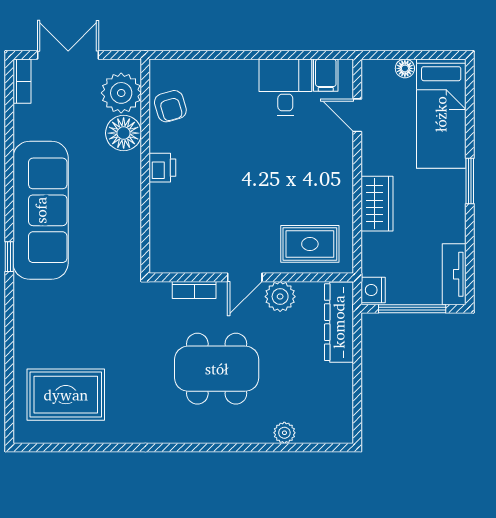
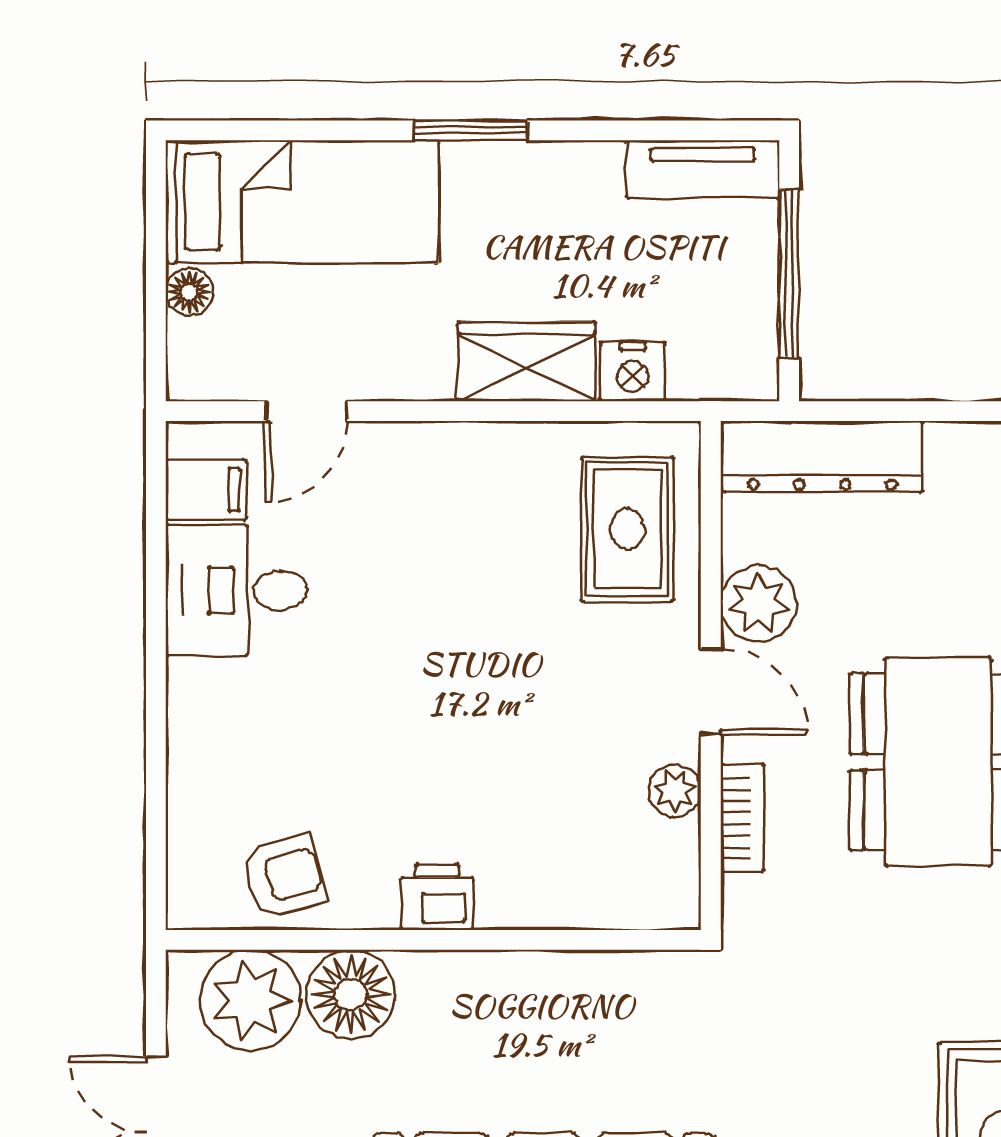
plant: (205, 263) -> (675, 791), added
nightstand: (373, 290) -> (633, 372), moved

